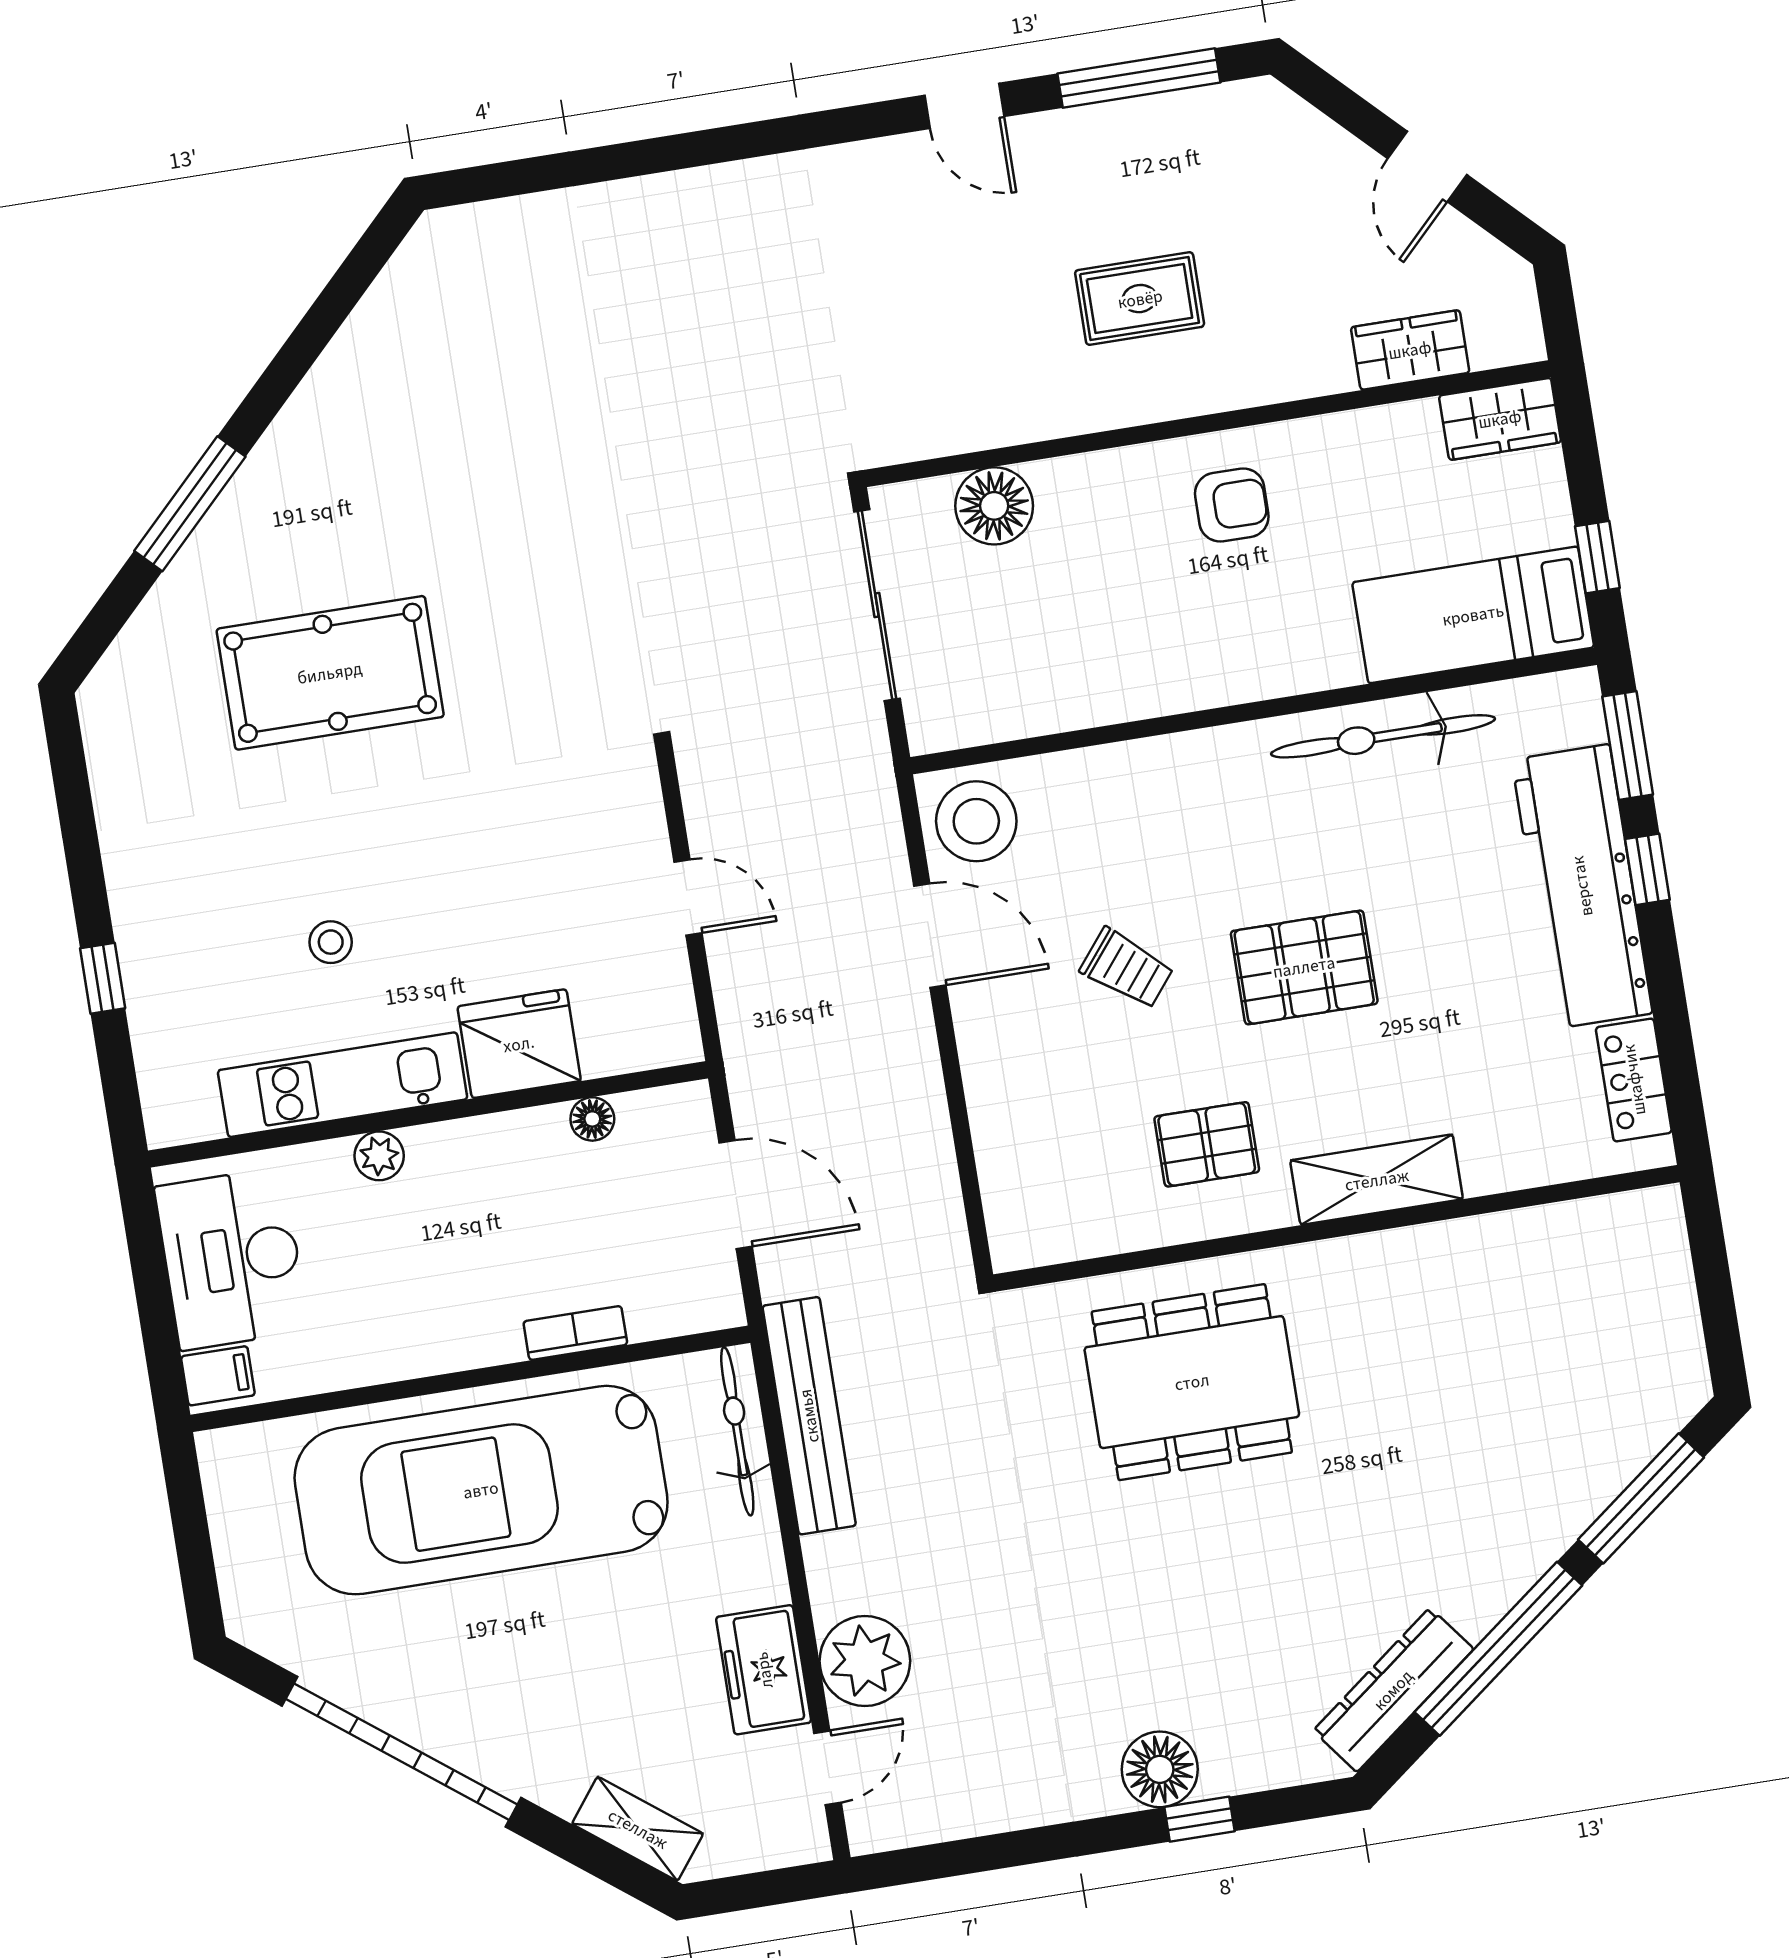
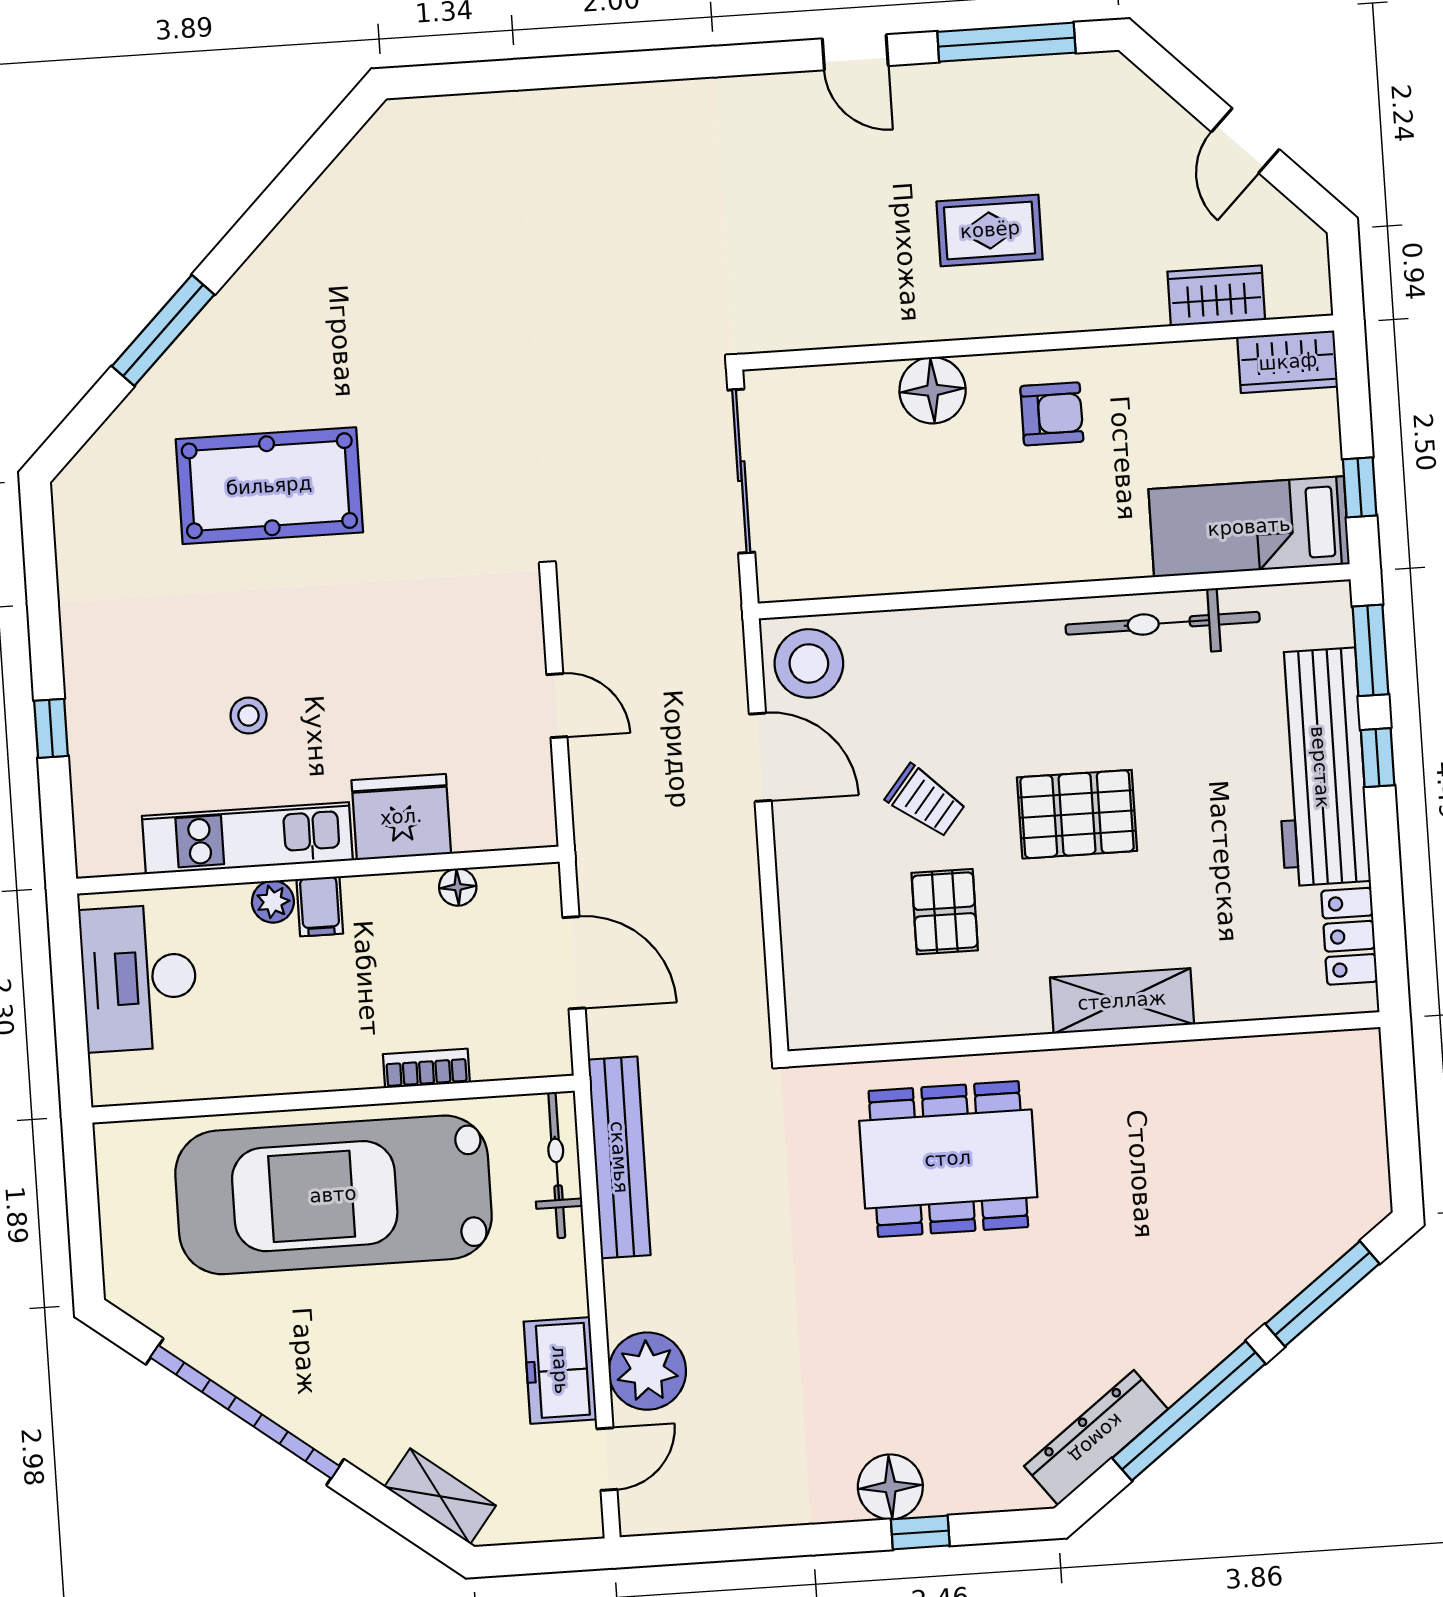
floor lamp: (994, 506) -> (933, 390), moved
pallet: (1207, 1144) -> (945, 912), moved, turned 90
filing cabinet: (218, 1376) -> (320, 906), moved, turned 90

